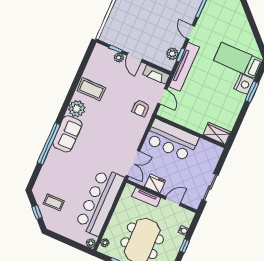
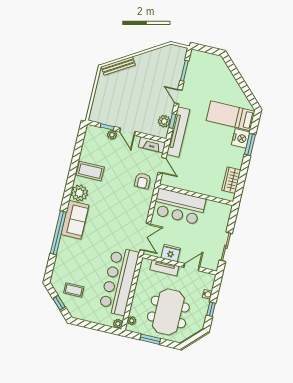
wardrobe: (217, 133) -> (231, 180), moved, turned -90

